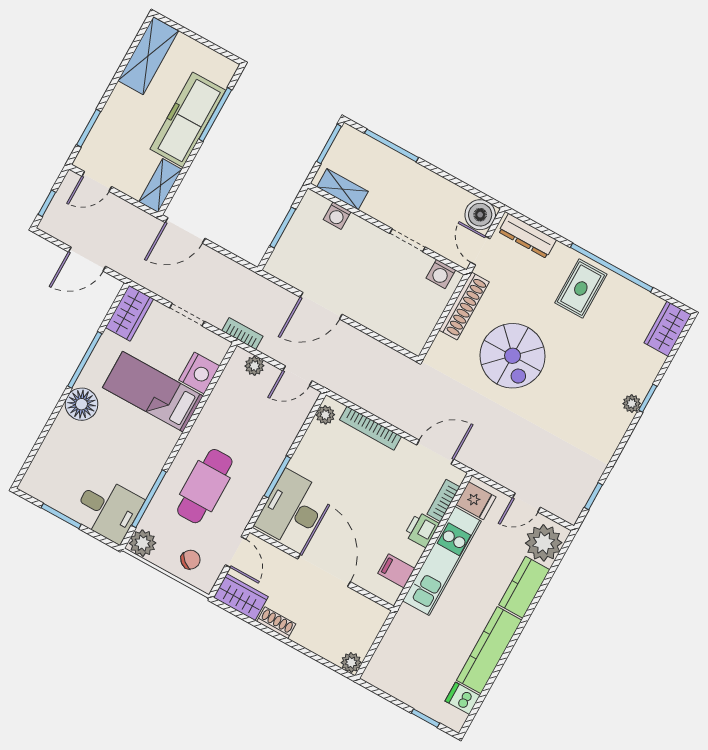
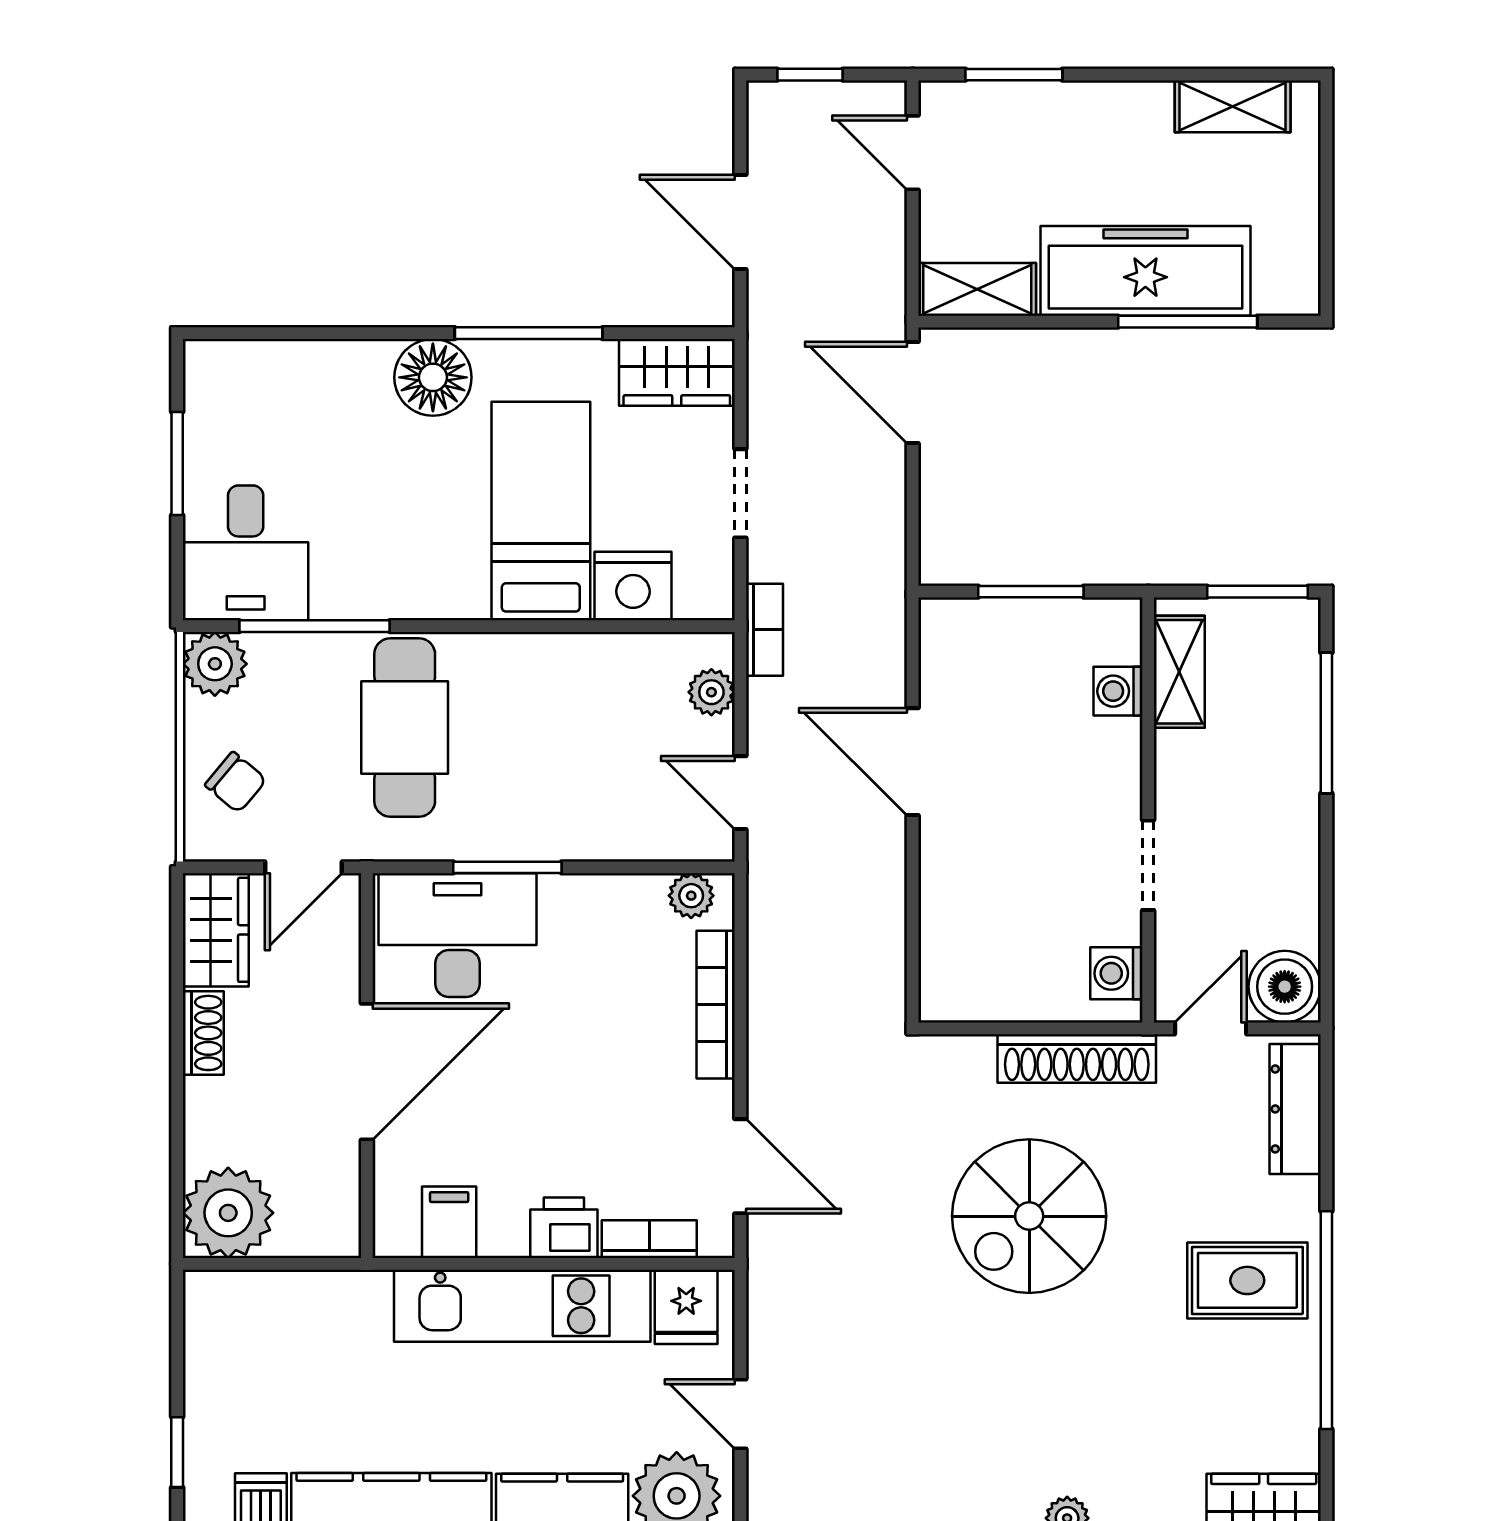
shelving: (148, 56) -> (1233, 106), width x0.67, depth x0.75
cafe table: (205, 486) -> (405, 728), turned 90
plant: (351, 662) -> (228, 1213), width x1.88, depth x1.88

